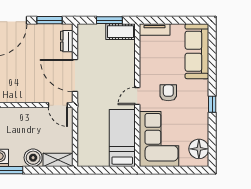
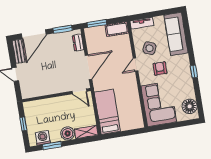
window: (109, 20) -> (97, 24), moved
side table: (159, 64) -> (150, 48), added
door: (75, 76) -> (88, 67), swing flipped
door: (137, 96) -> (136, 65), moved
bed: (122, 138) -> (107, 112), moved

